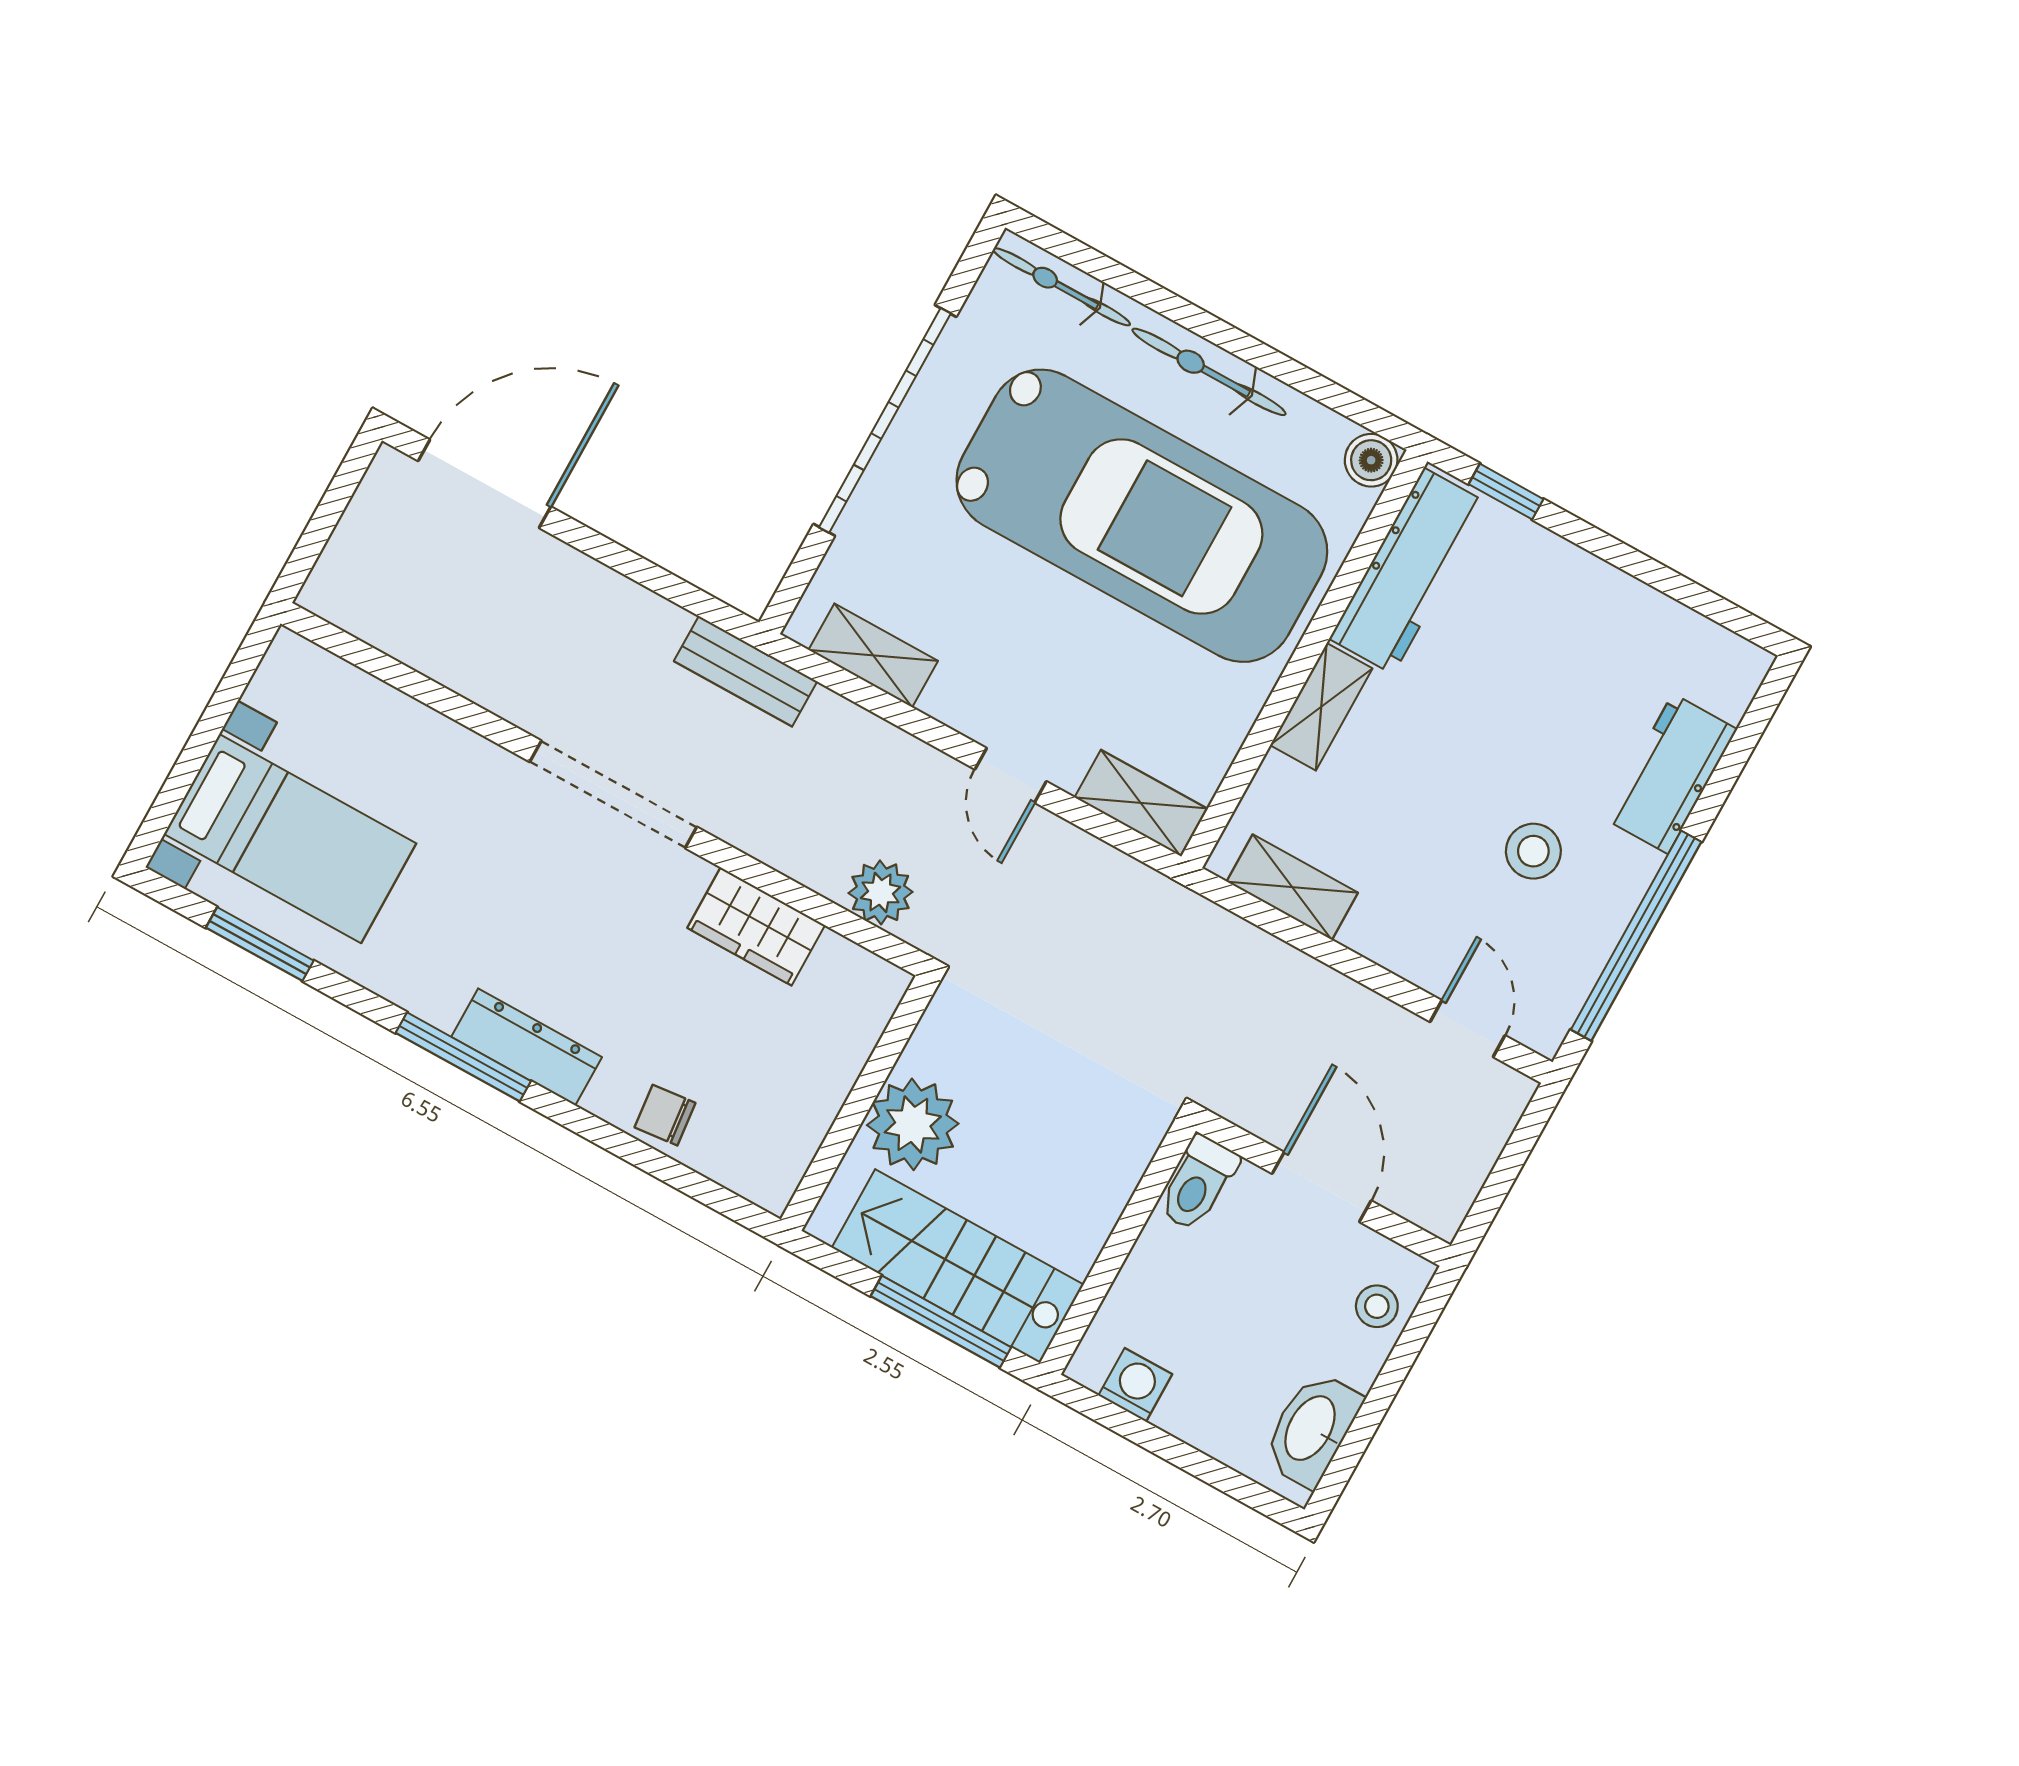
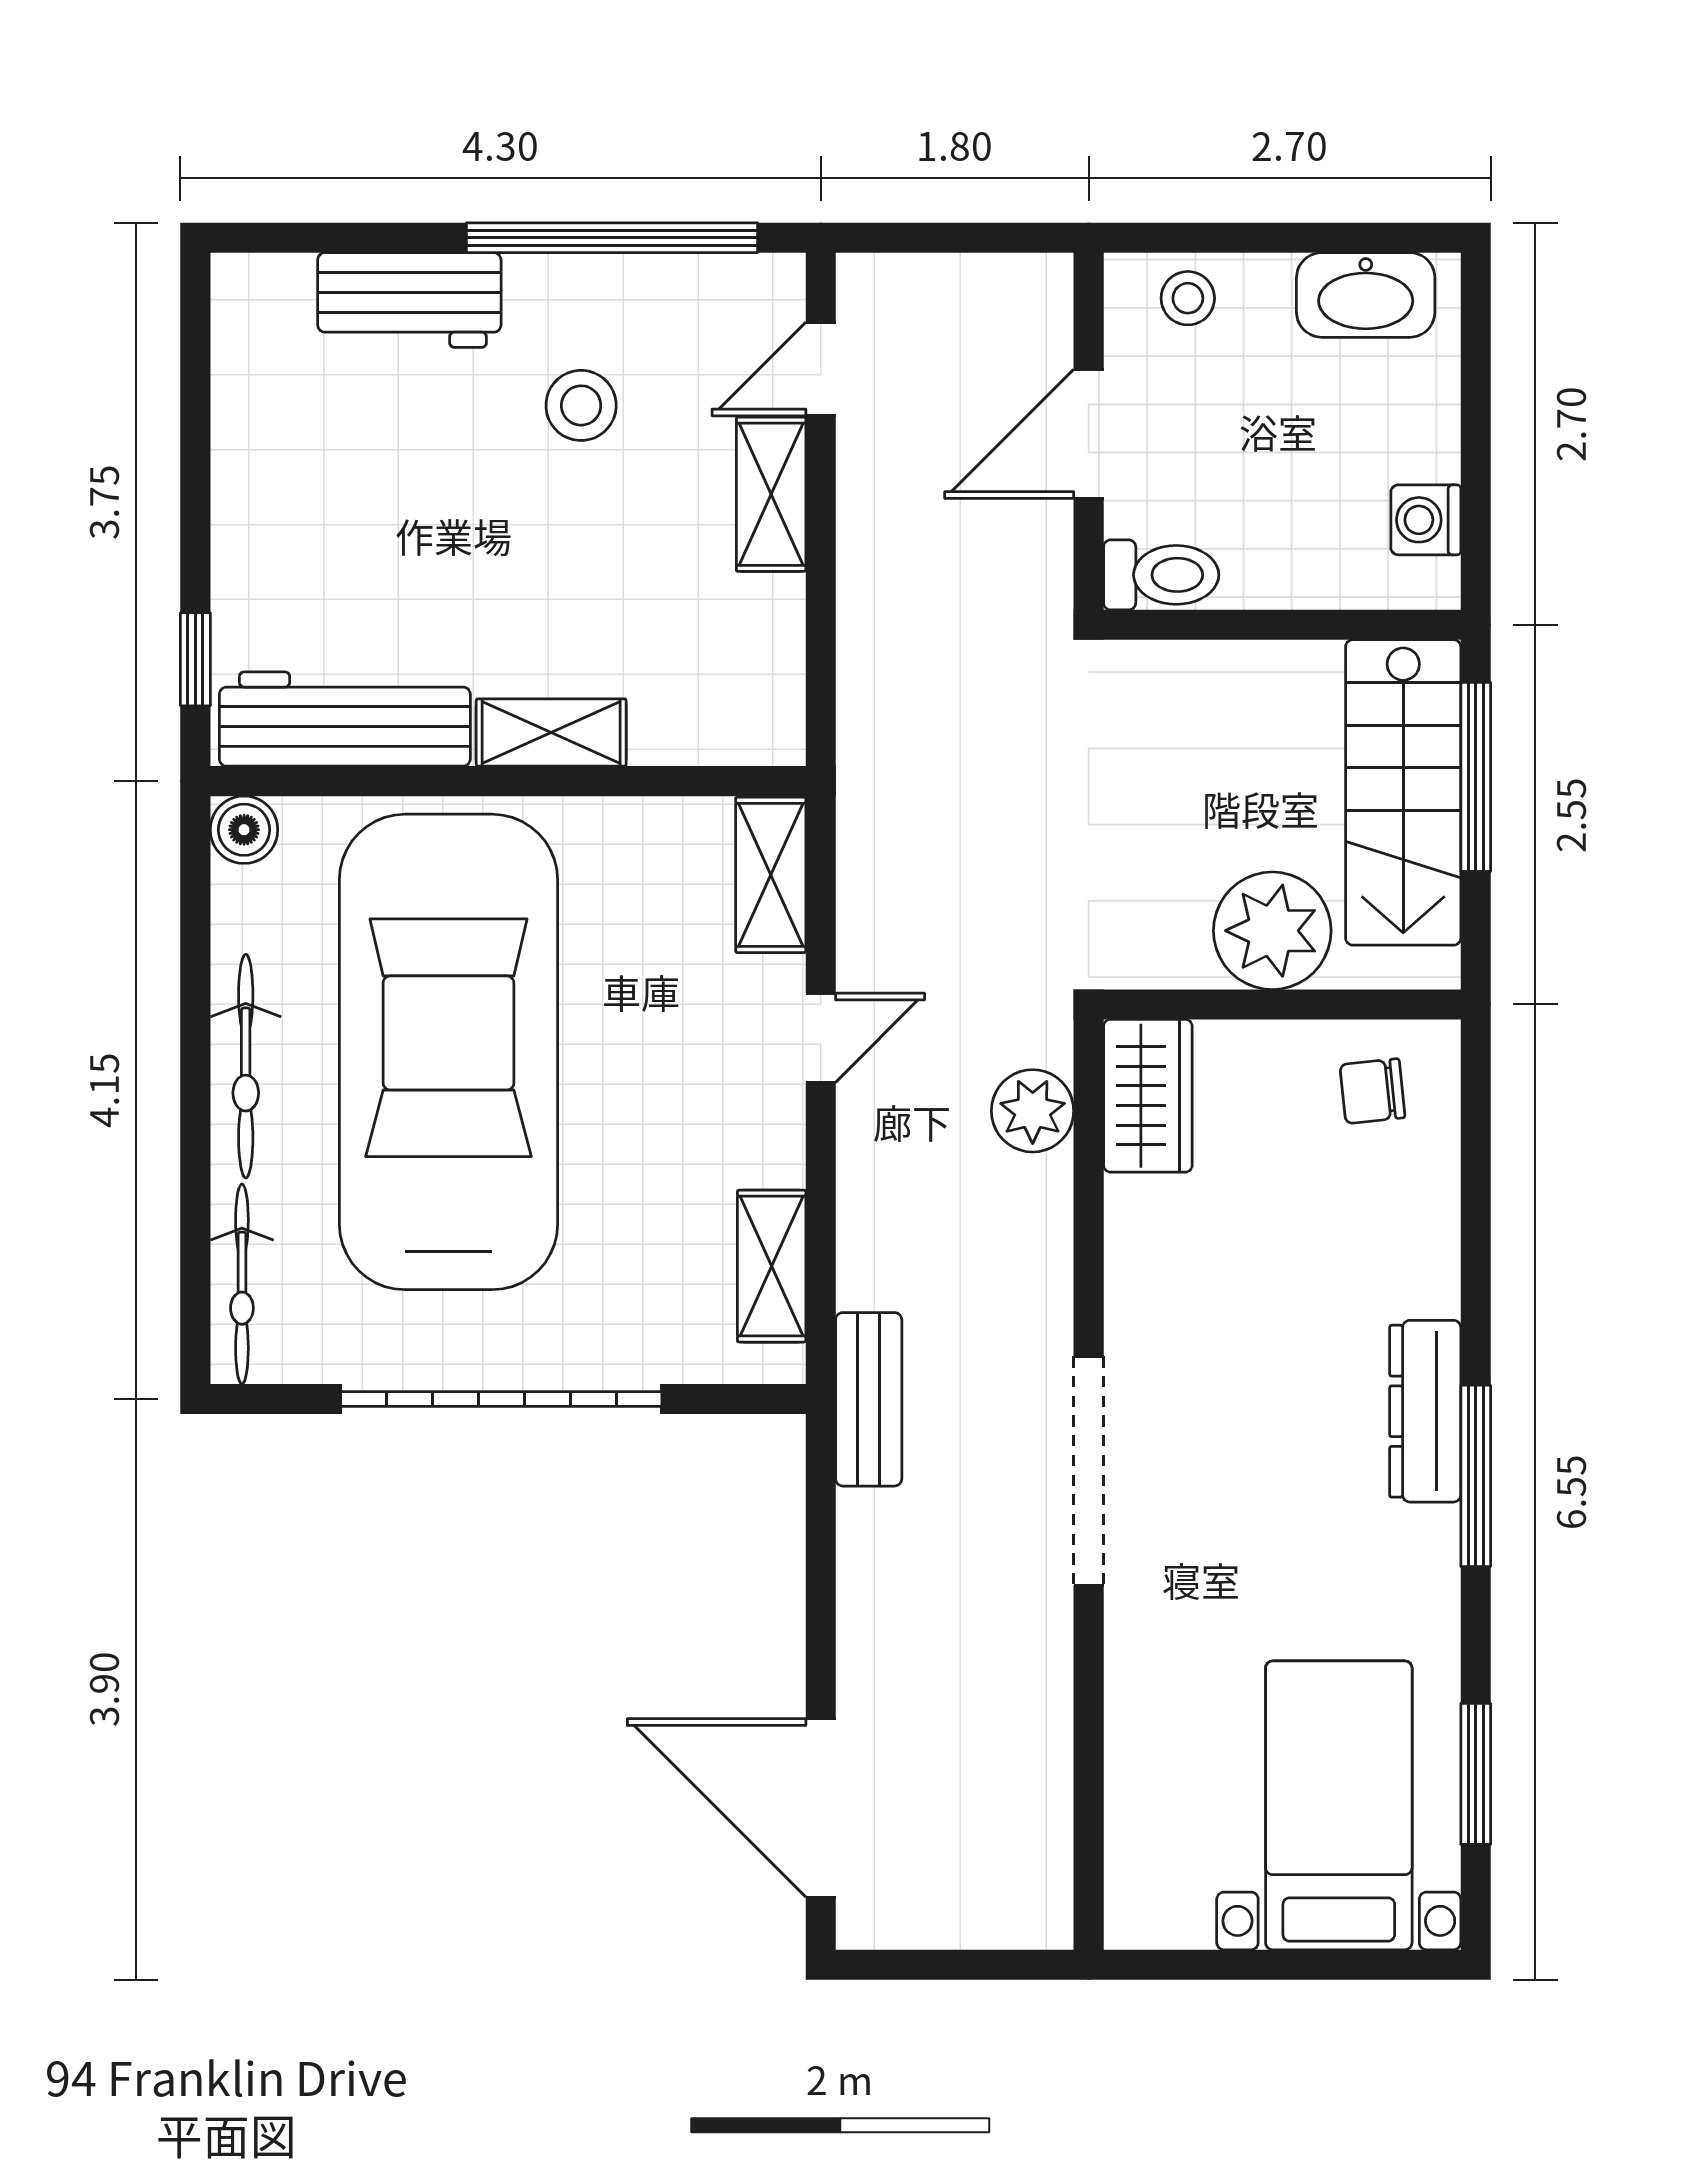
shelving: (1292, 887) -> (771, 494), moved
wardrobe: (756, 926) -> (1148, 1096), moved
chair: (665, 1115) -> (1372, 1091), moved, turned 90

